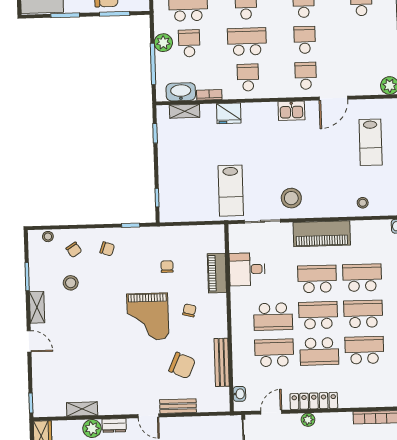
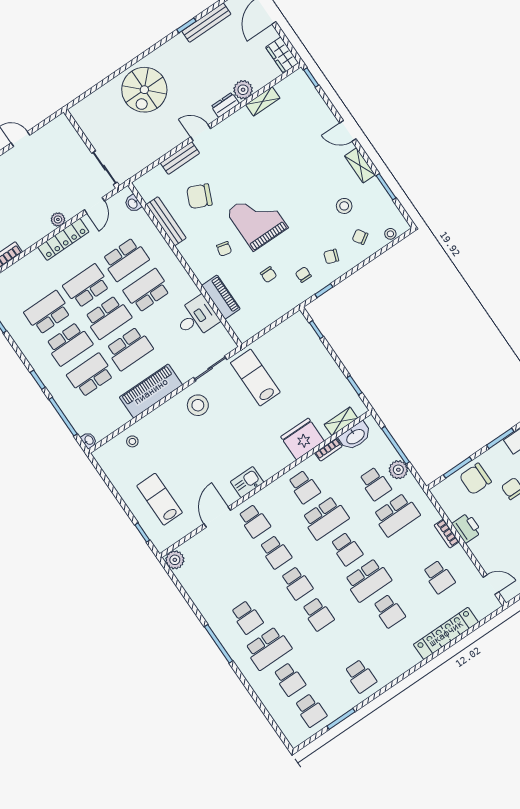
fridge: (229, 113) -> (302, 439), width x1.36, depth x1.34
chair: (139, 249) -> (303, 275), added
school desk: (362, 278) -> (90, 375), turned 180
school desk: (364, 350) -> (48, 313), turned 180

